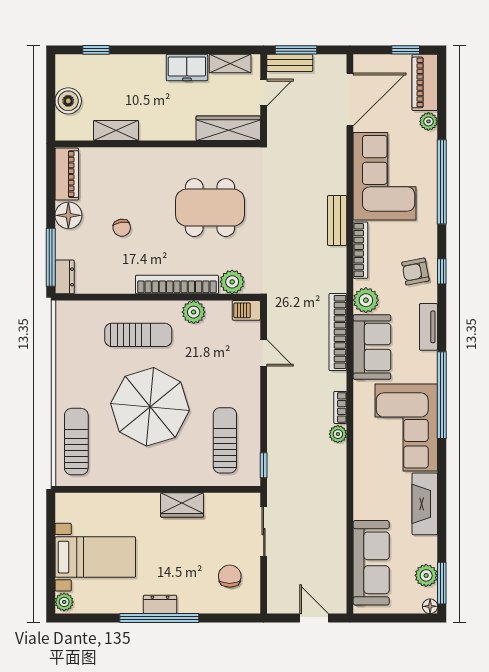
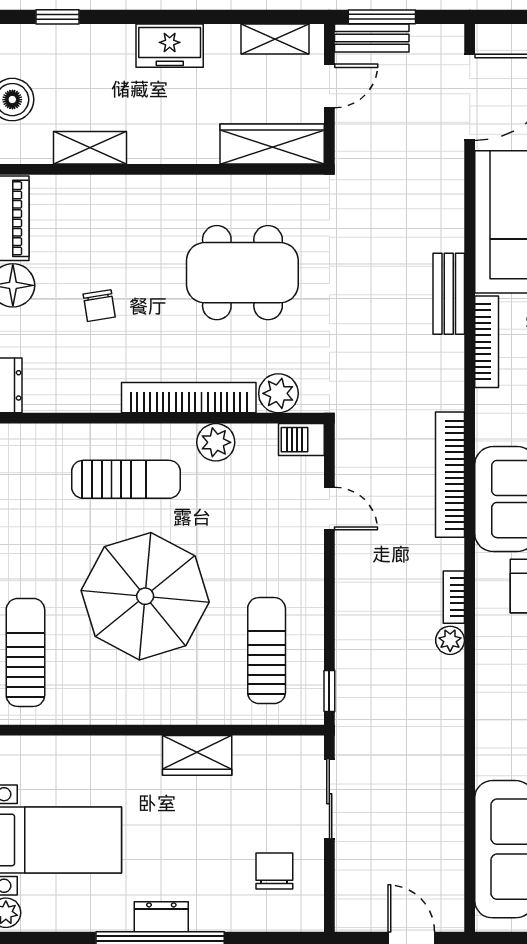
freezer: (187, 68) -> (170, 46), moved
plant: (366, 300) -> (495, 423), removed

